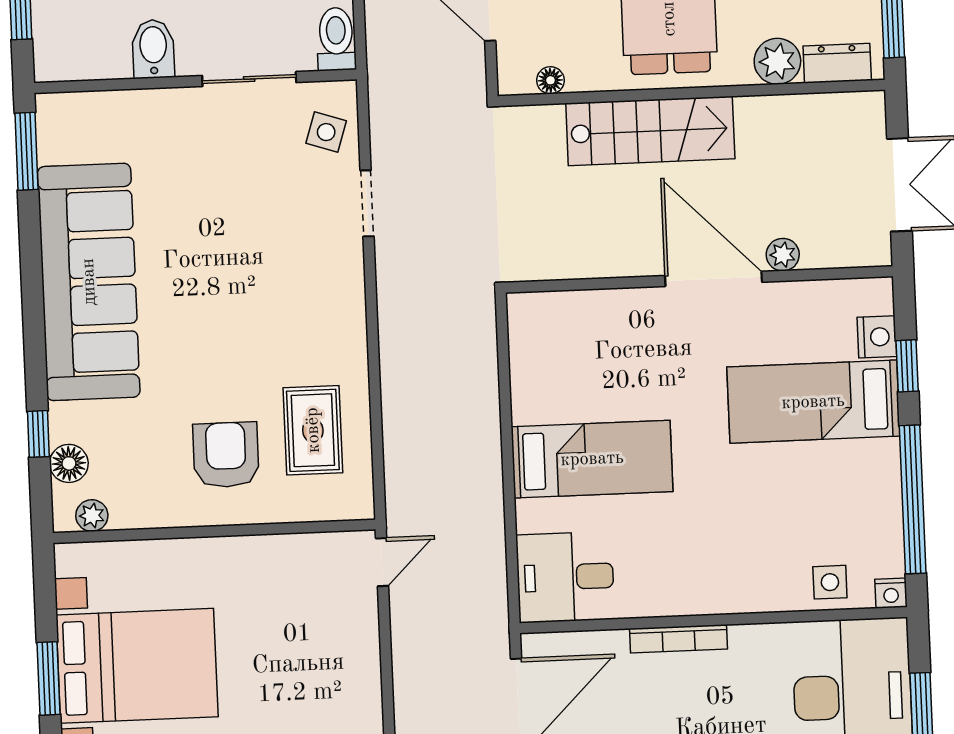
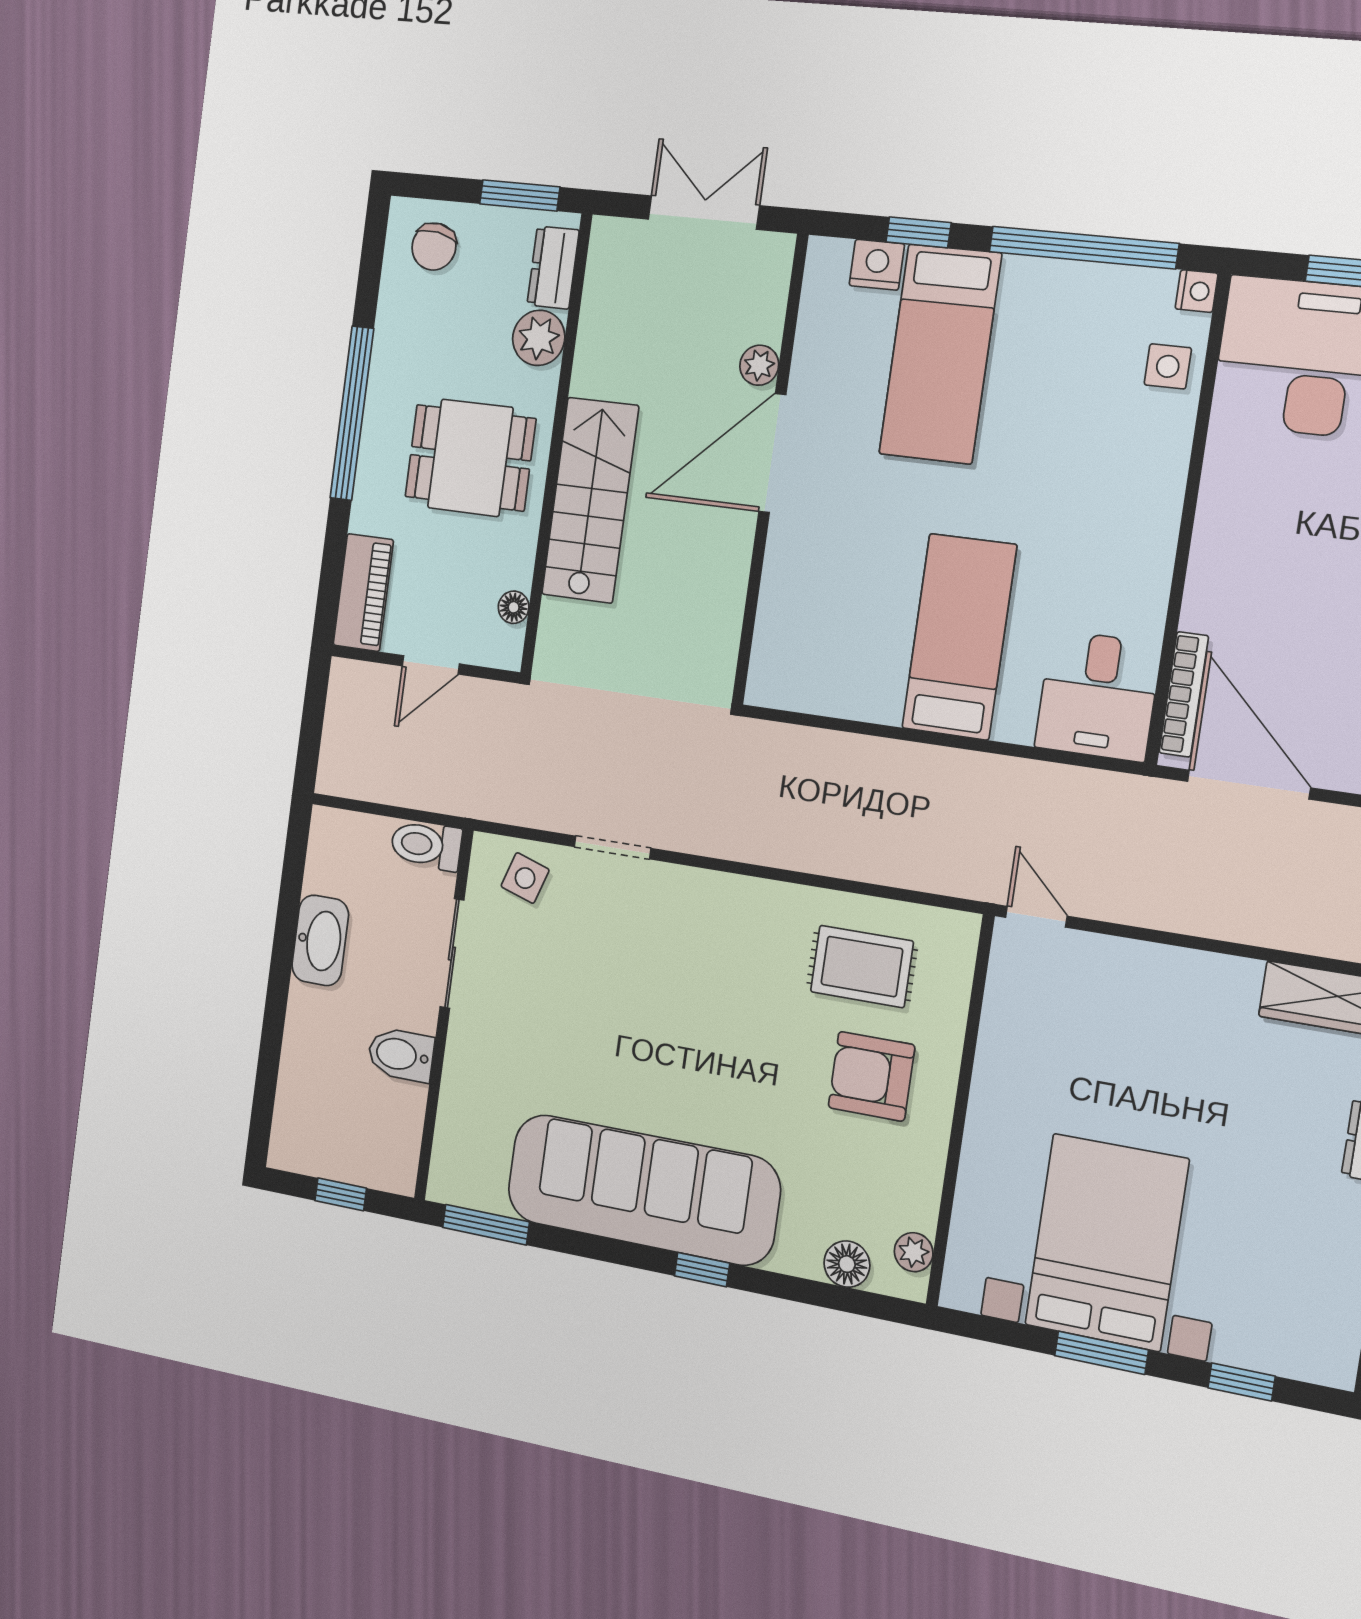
window: (38, 434) -> (702, 1270), moved
bookcase: (678, 639) -> (1184, 694), moved

